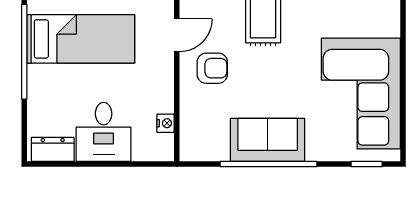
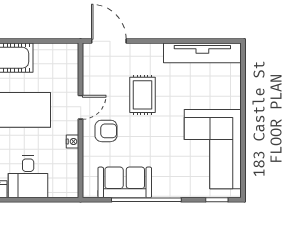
nightstand: (166, 123) -> (73, 142), moved
sofa: (268, 140) -> (125, 182), moved

